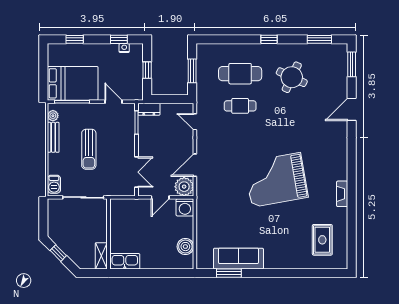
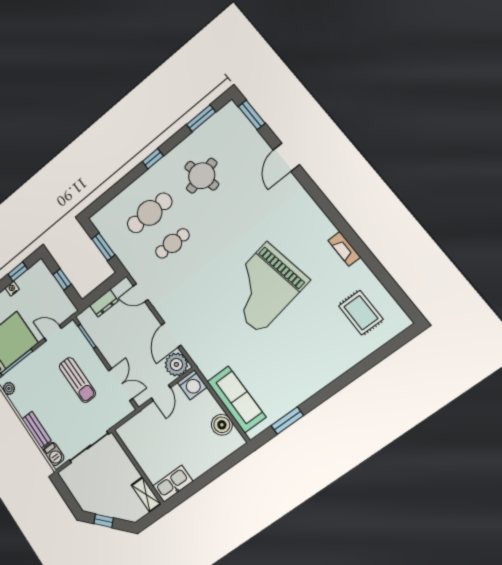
nightstand: (124, 48) -> (12, 289), moved
round table: (292, 77) -> (202, 176), turned -38
dresser: (149, 109) -> (104, 303), moved
bench: (53, 137) -> (37, 430), moved
sun lounger: (89, 149) -> (77, 380), moved
sofa: (238, 259) -> (236, 399), moved, turned 90

